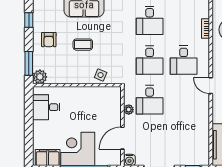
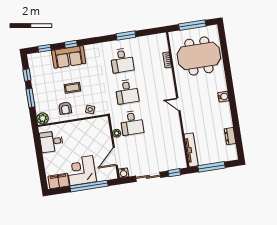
armchair: (49, 40) -> (65, 108), moved
desk: (184, 60) -> (154, 88), removed
window: (29, 63) -> (31, 98), moved

